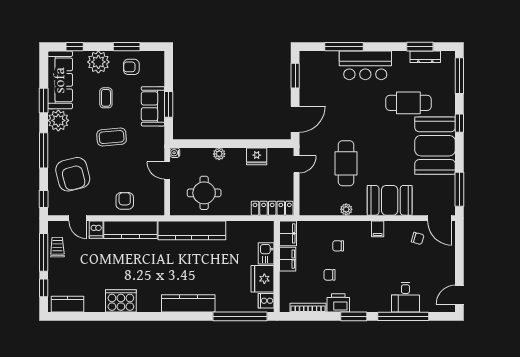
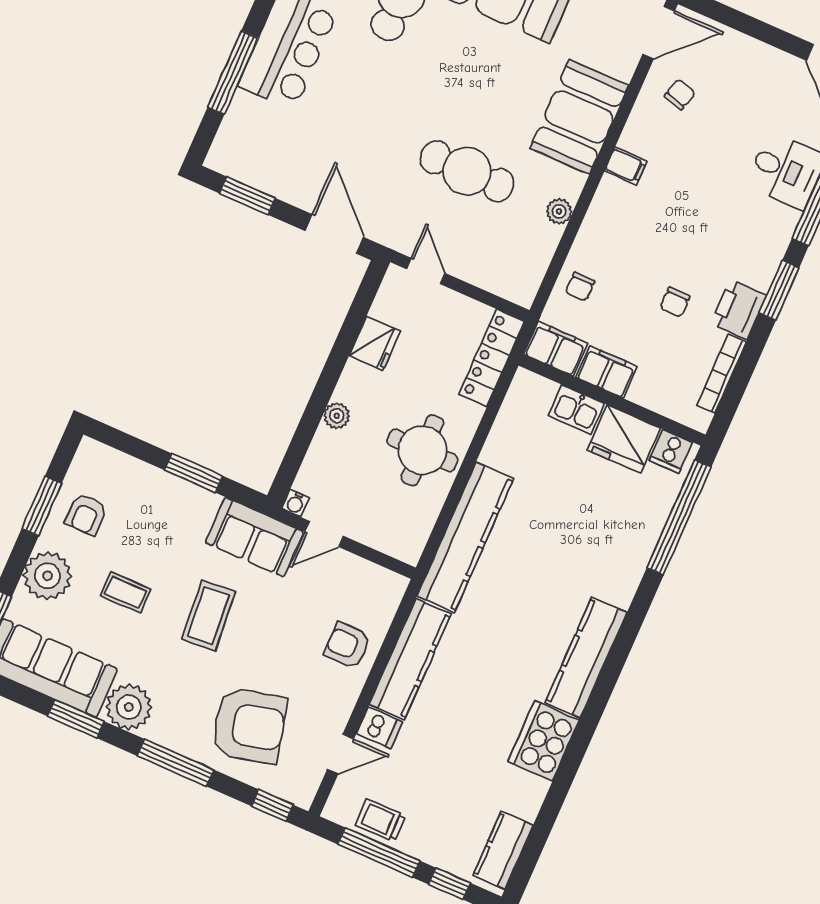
sofa: (153, 106) -> (254, 537), moved
round table: (204, 193) -> (422, 450), moved
chair: (338, 246) -> (580, 287), moved
kitchen counter: (188, 303) -> (586, 657), moved

